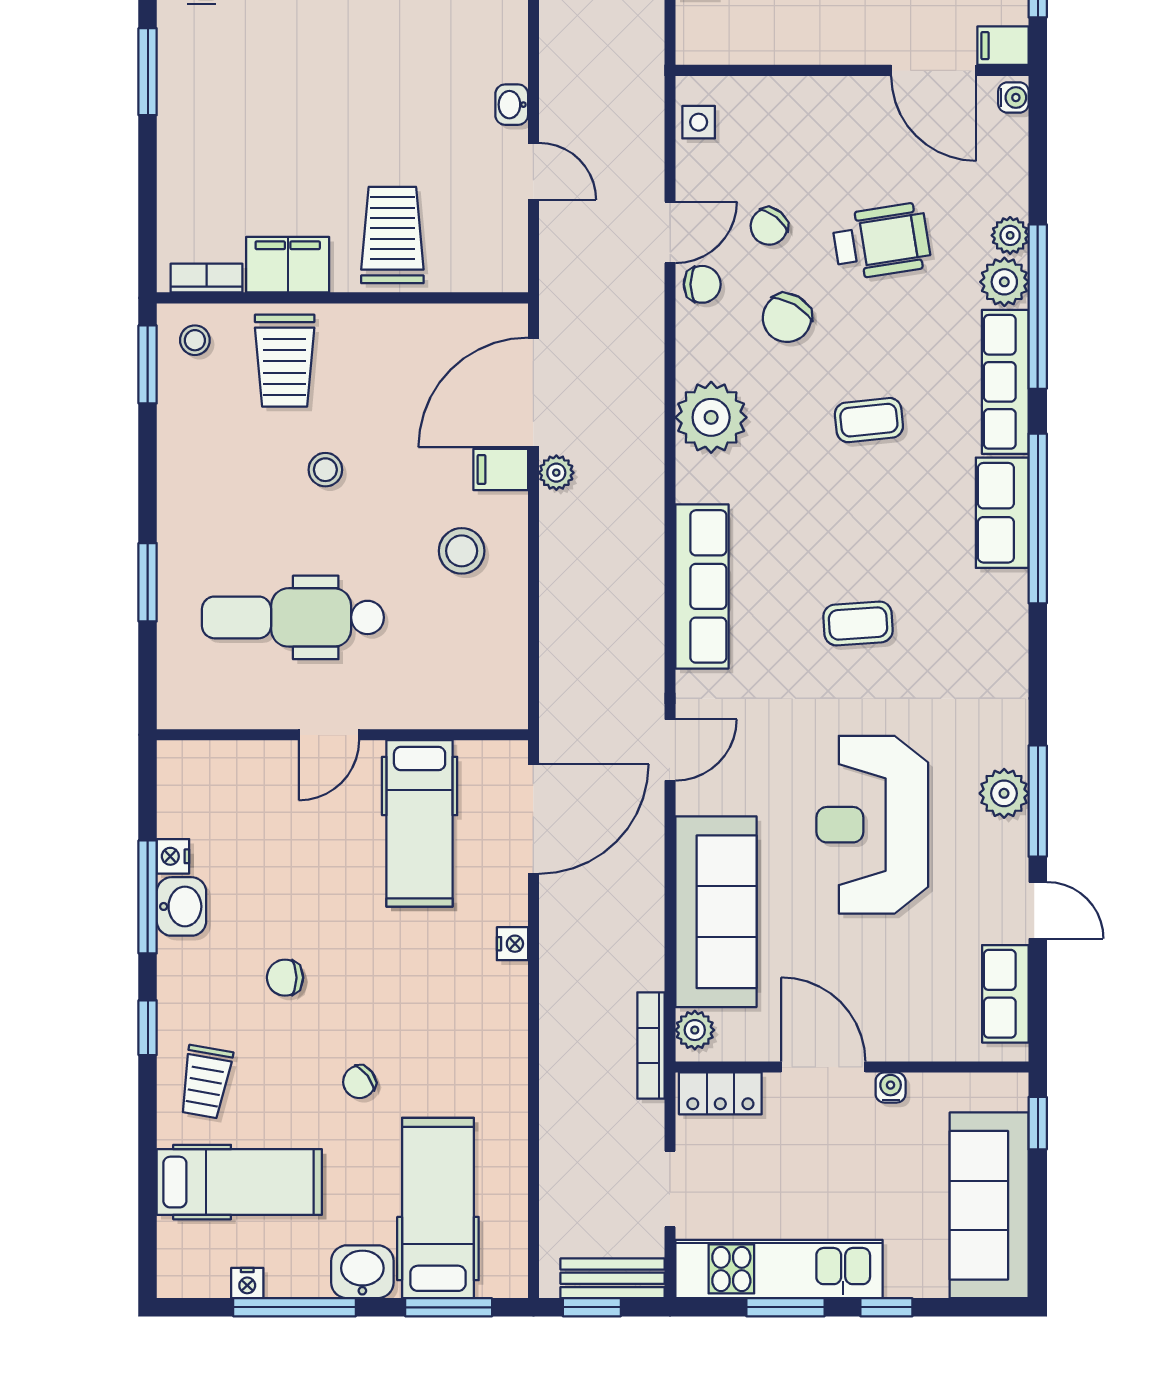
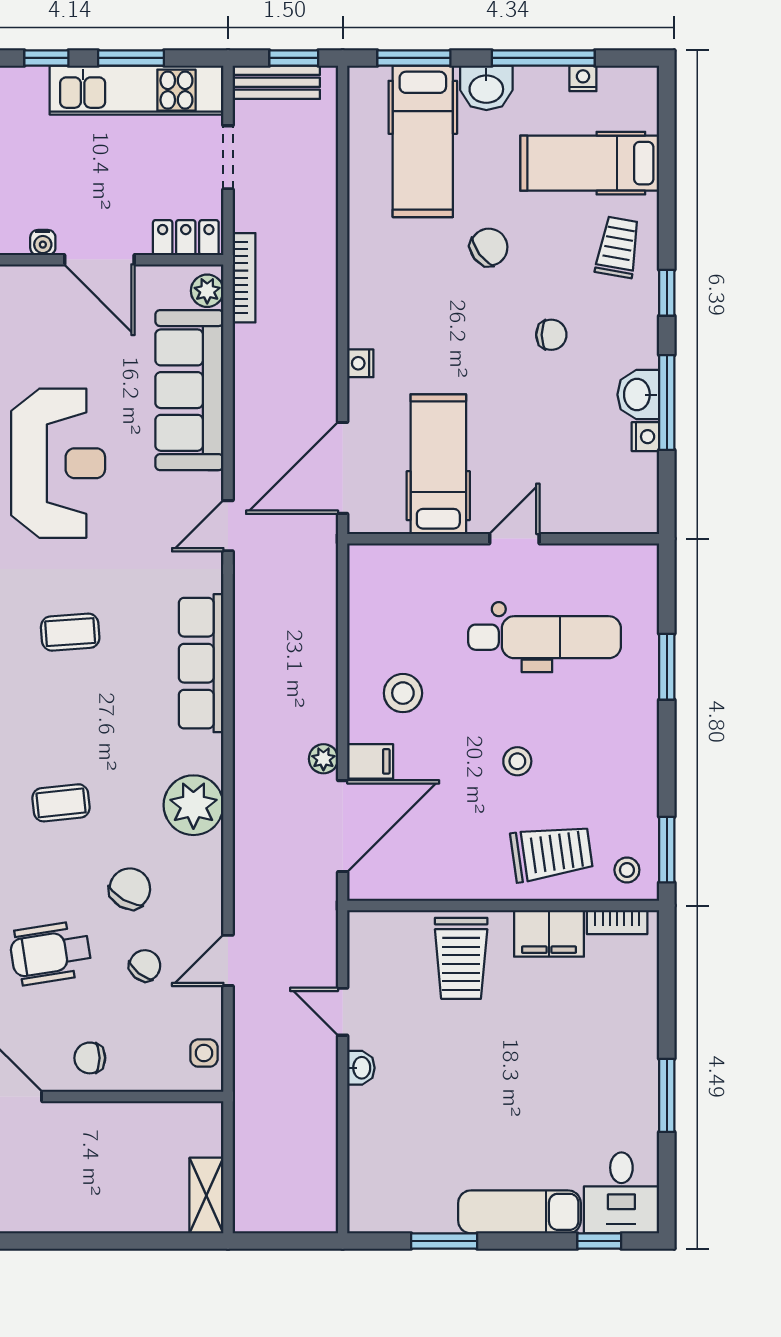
chair: (702, 284) -> (90, 1058), moved
trolley: (285, 361) -> (552, 853), turned 82
chair: (359, 1082) -> (489, 247), width x1.37, depth x1.37

